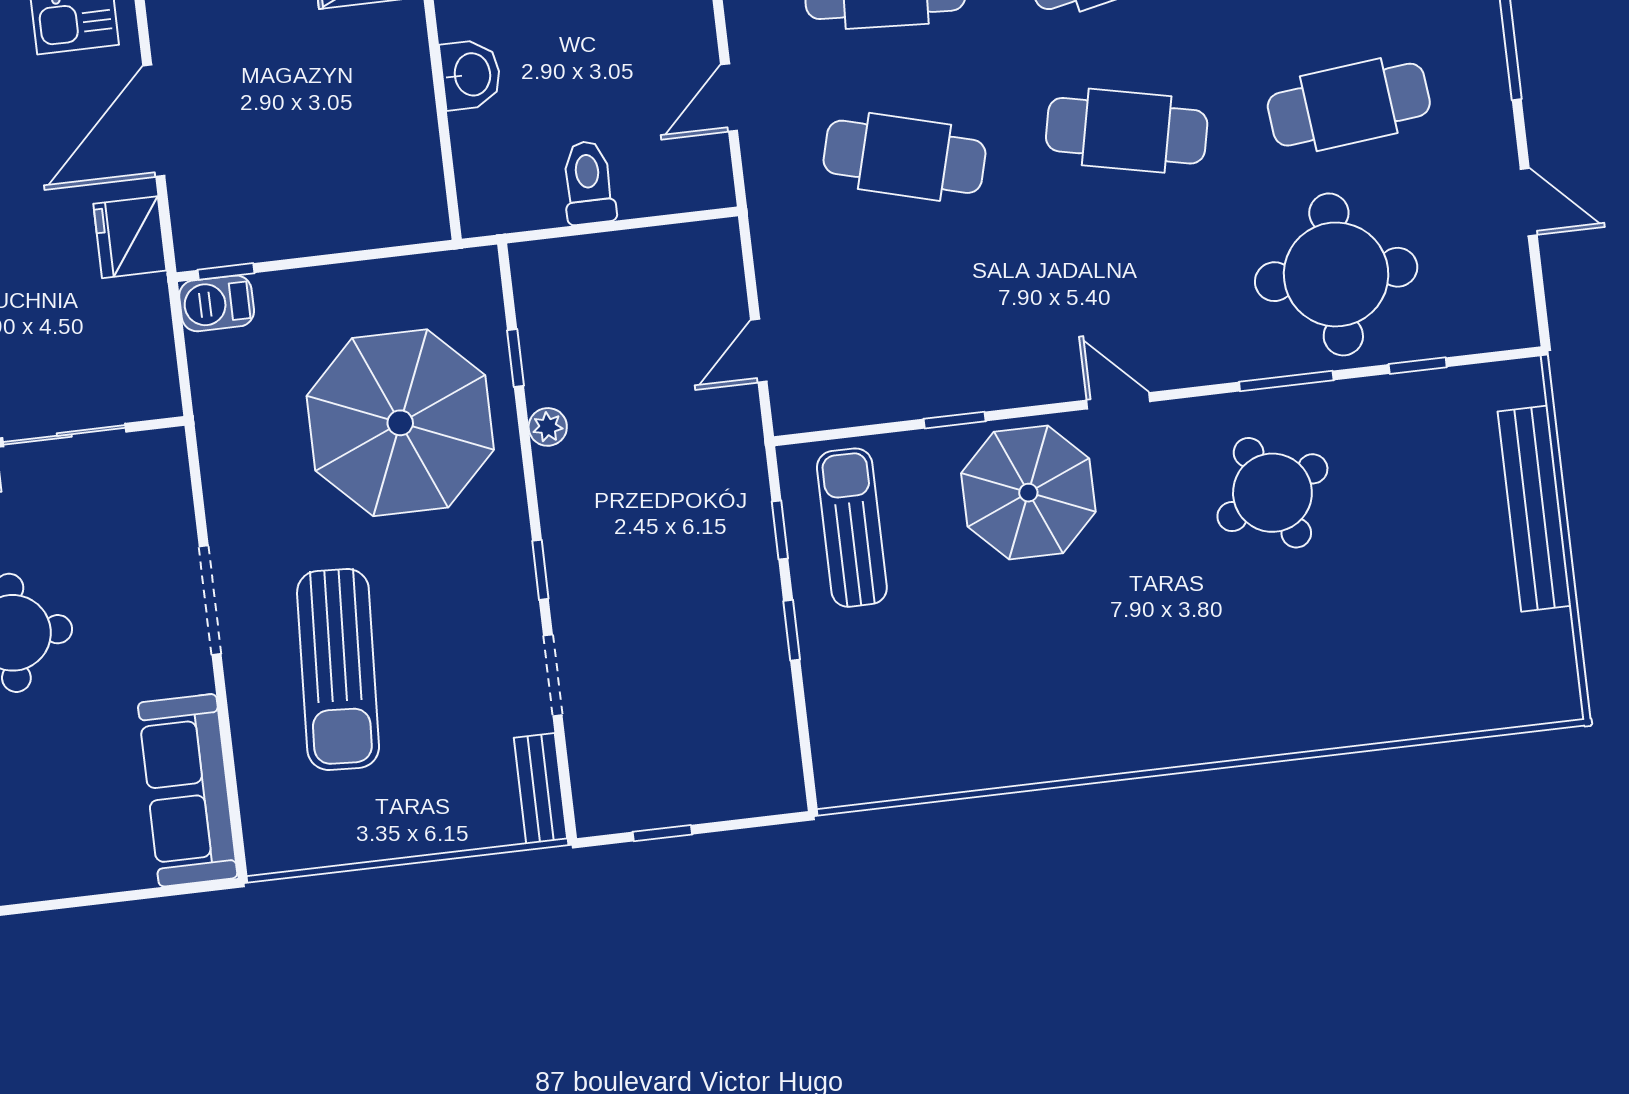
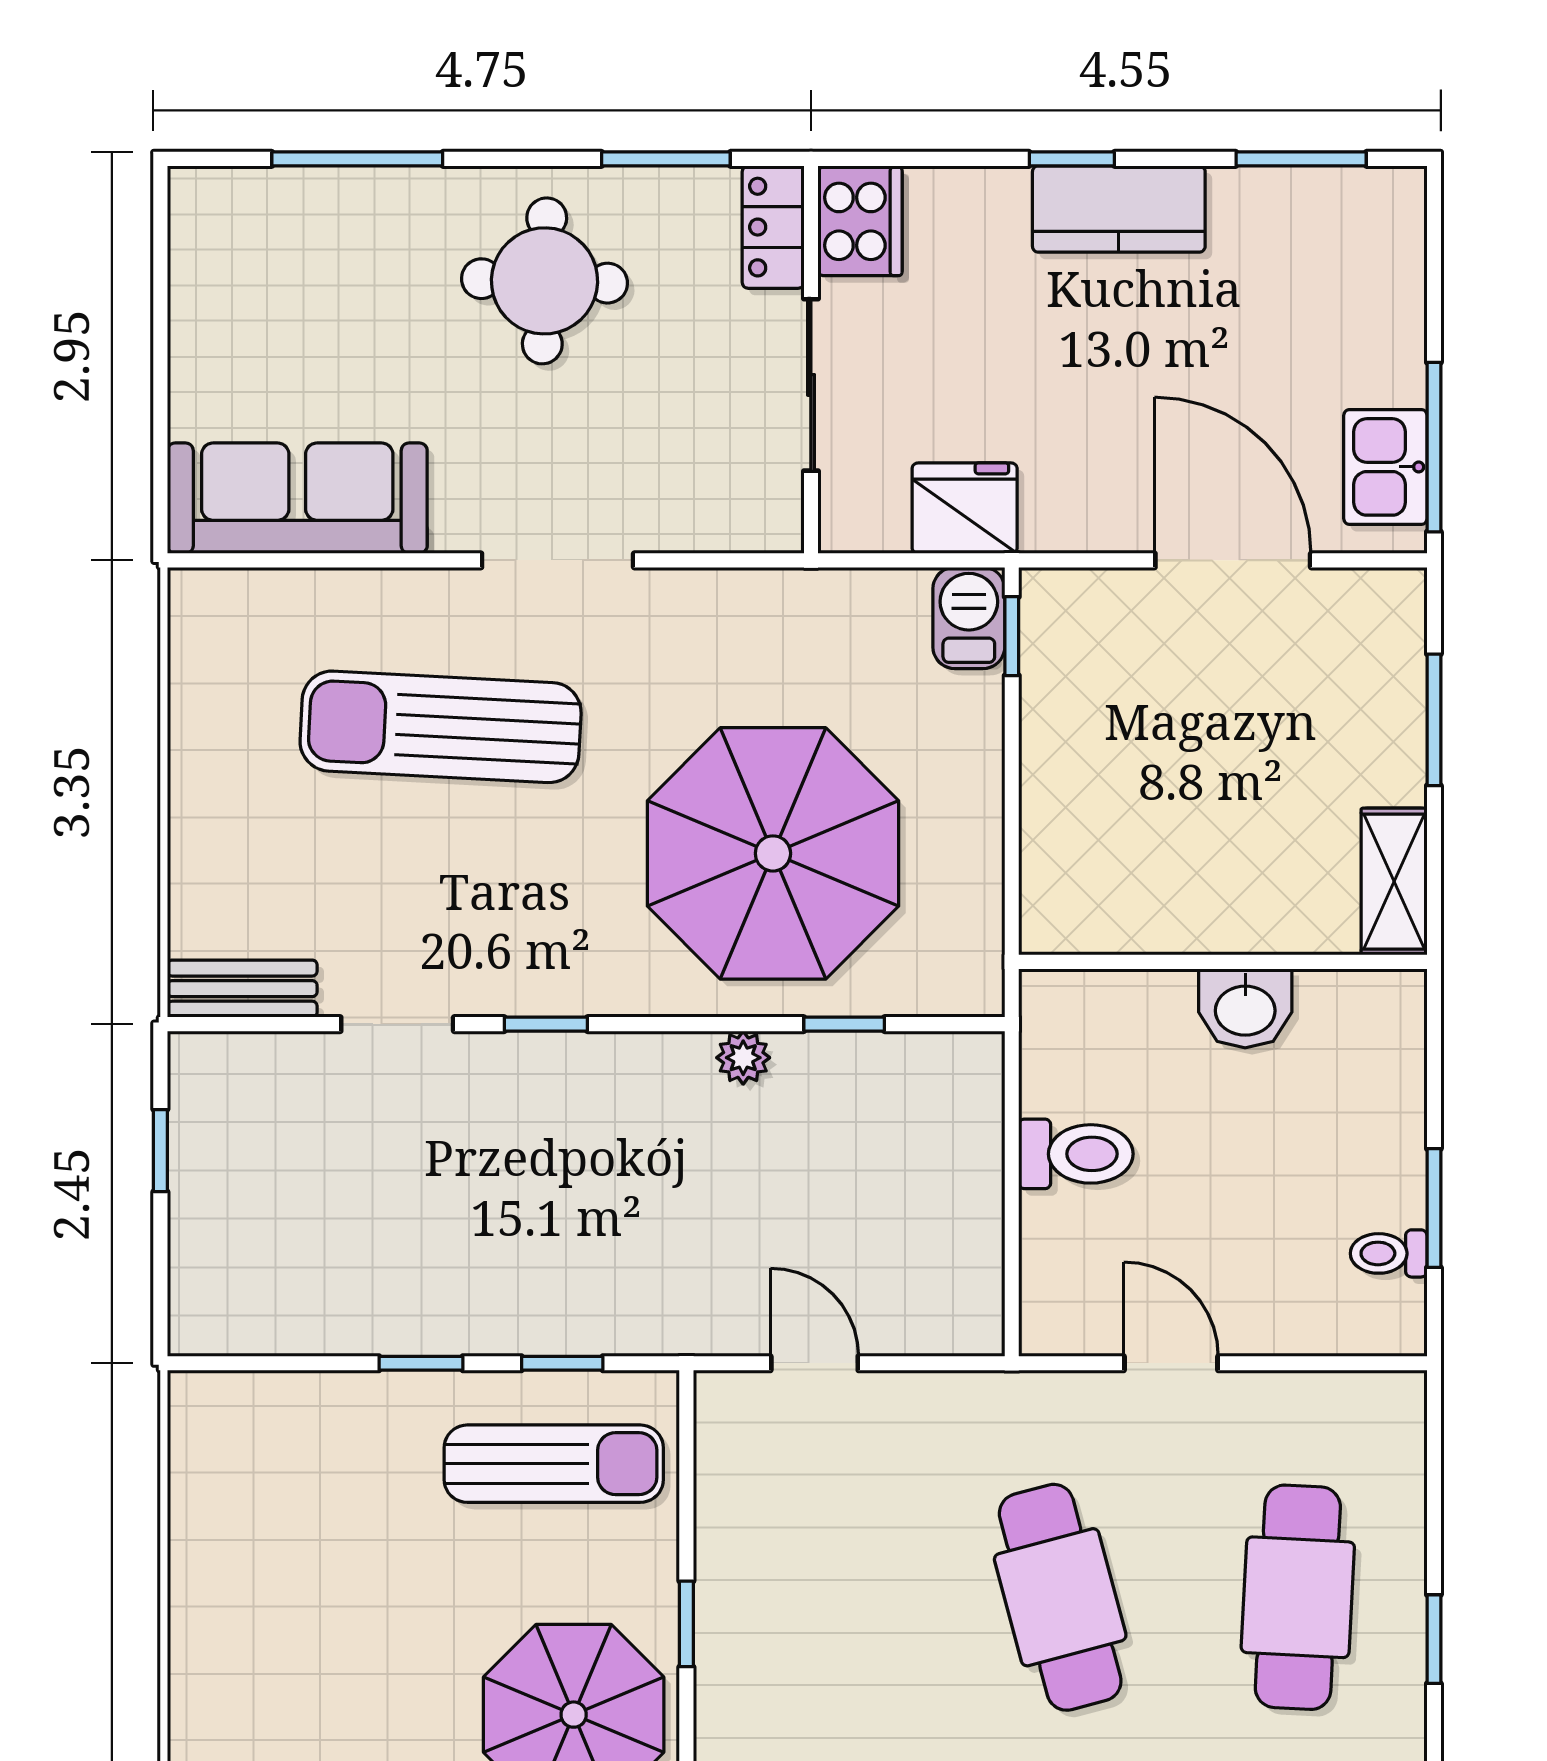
cafe table: (904, 157) -> (1060, 1597), turned -30
fridge: (130, 237) -> (965, 508), moved

